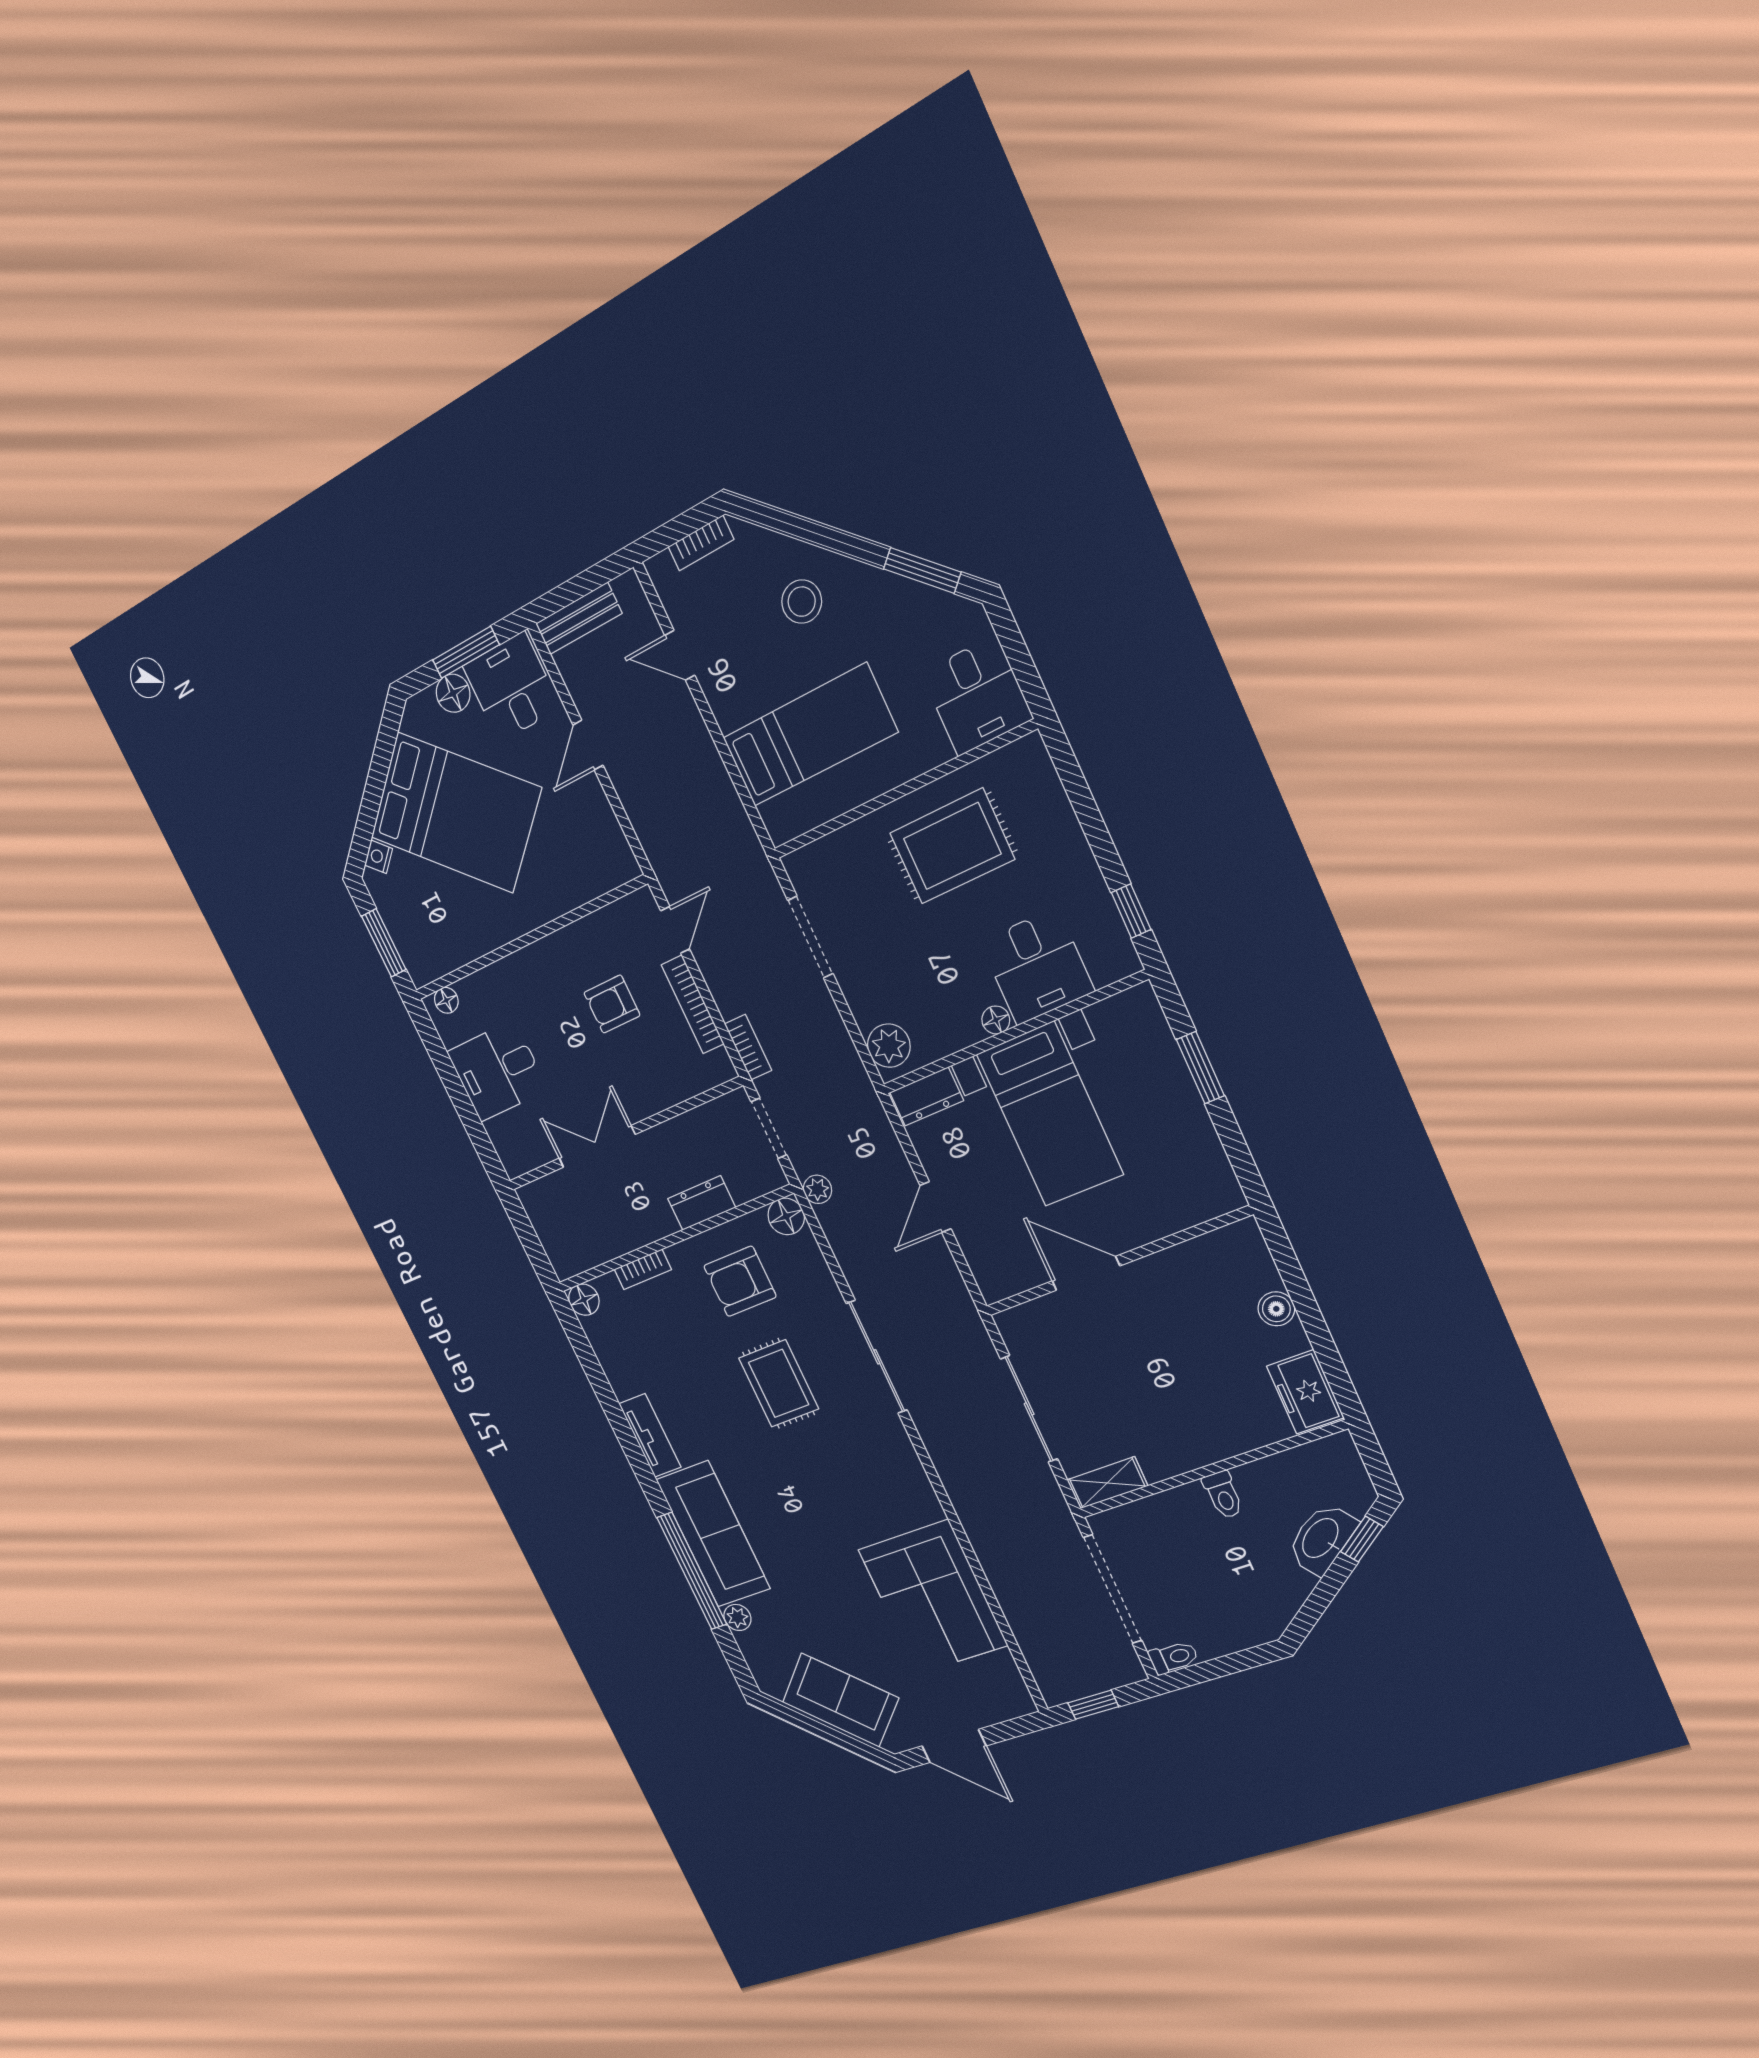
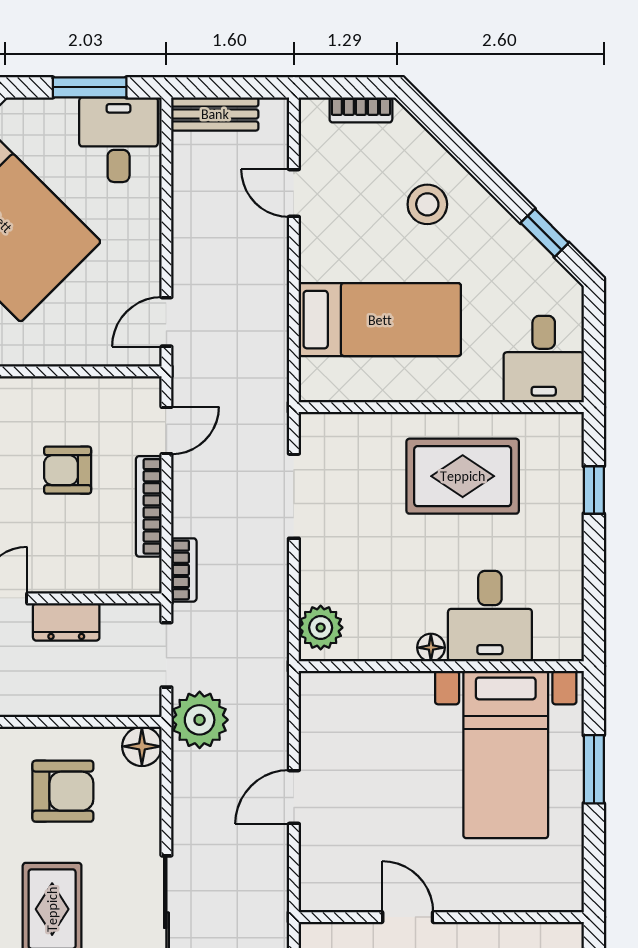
window: (922, 570) -> (545, 233), width x0.67
floor lamp: (453, 693) -> (57, 116), removed
door: (588, 745) -> (166, 322), moved
window: (1131, 911) -> (594, 490), moved
dresser: (927, 1096) -> (334, 690), removed
bed with nightstands: (1050, 1114) -> (506, 755), moved
plant: (818, 1189) -> (200, 720), width x1.87, depth x1.87
dresser: (702, 1203) -> (66, 622), moved, turned 180
door: (1086, 1273) -> (408, 917), width x0.73
armchair: (740, 1281) -> (63, 791), turned 180

